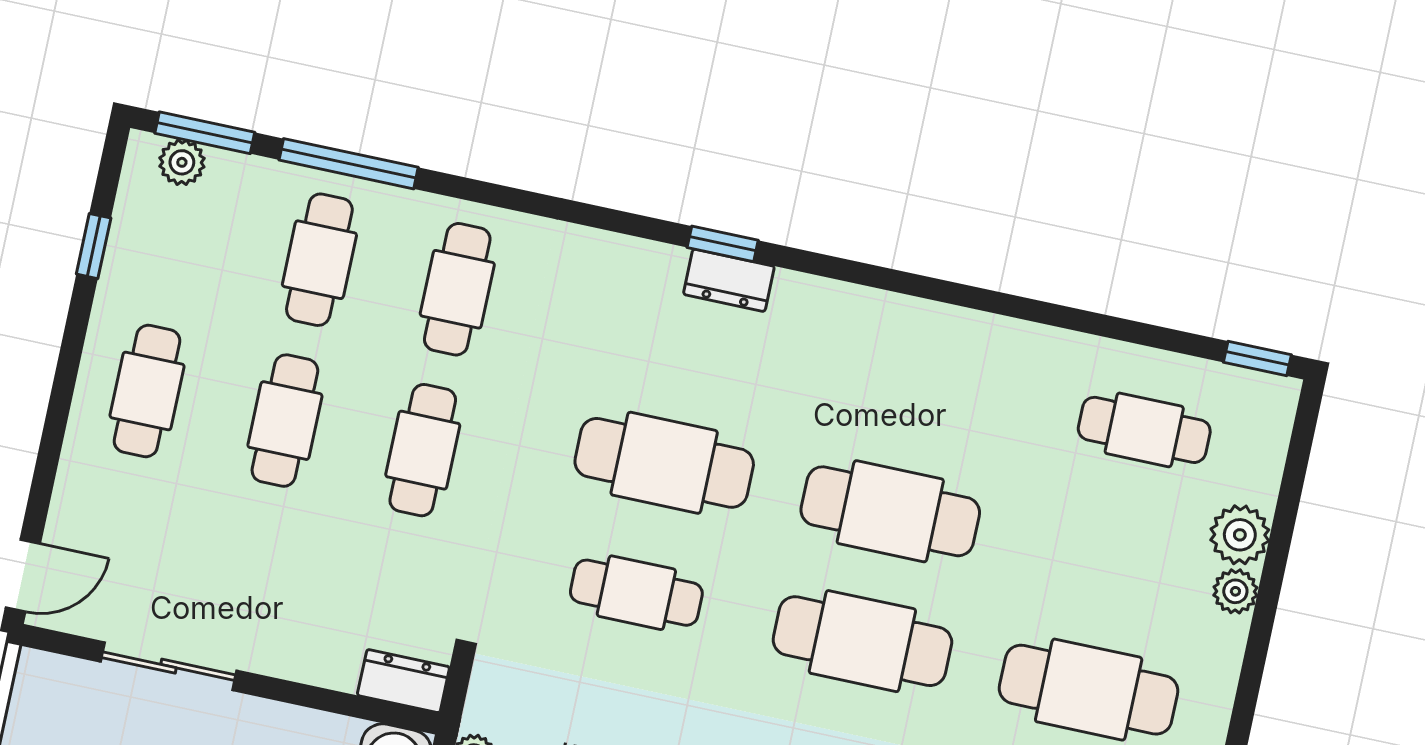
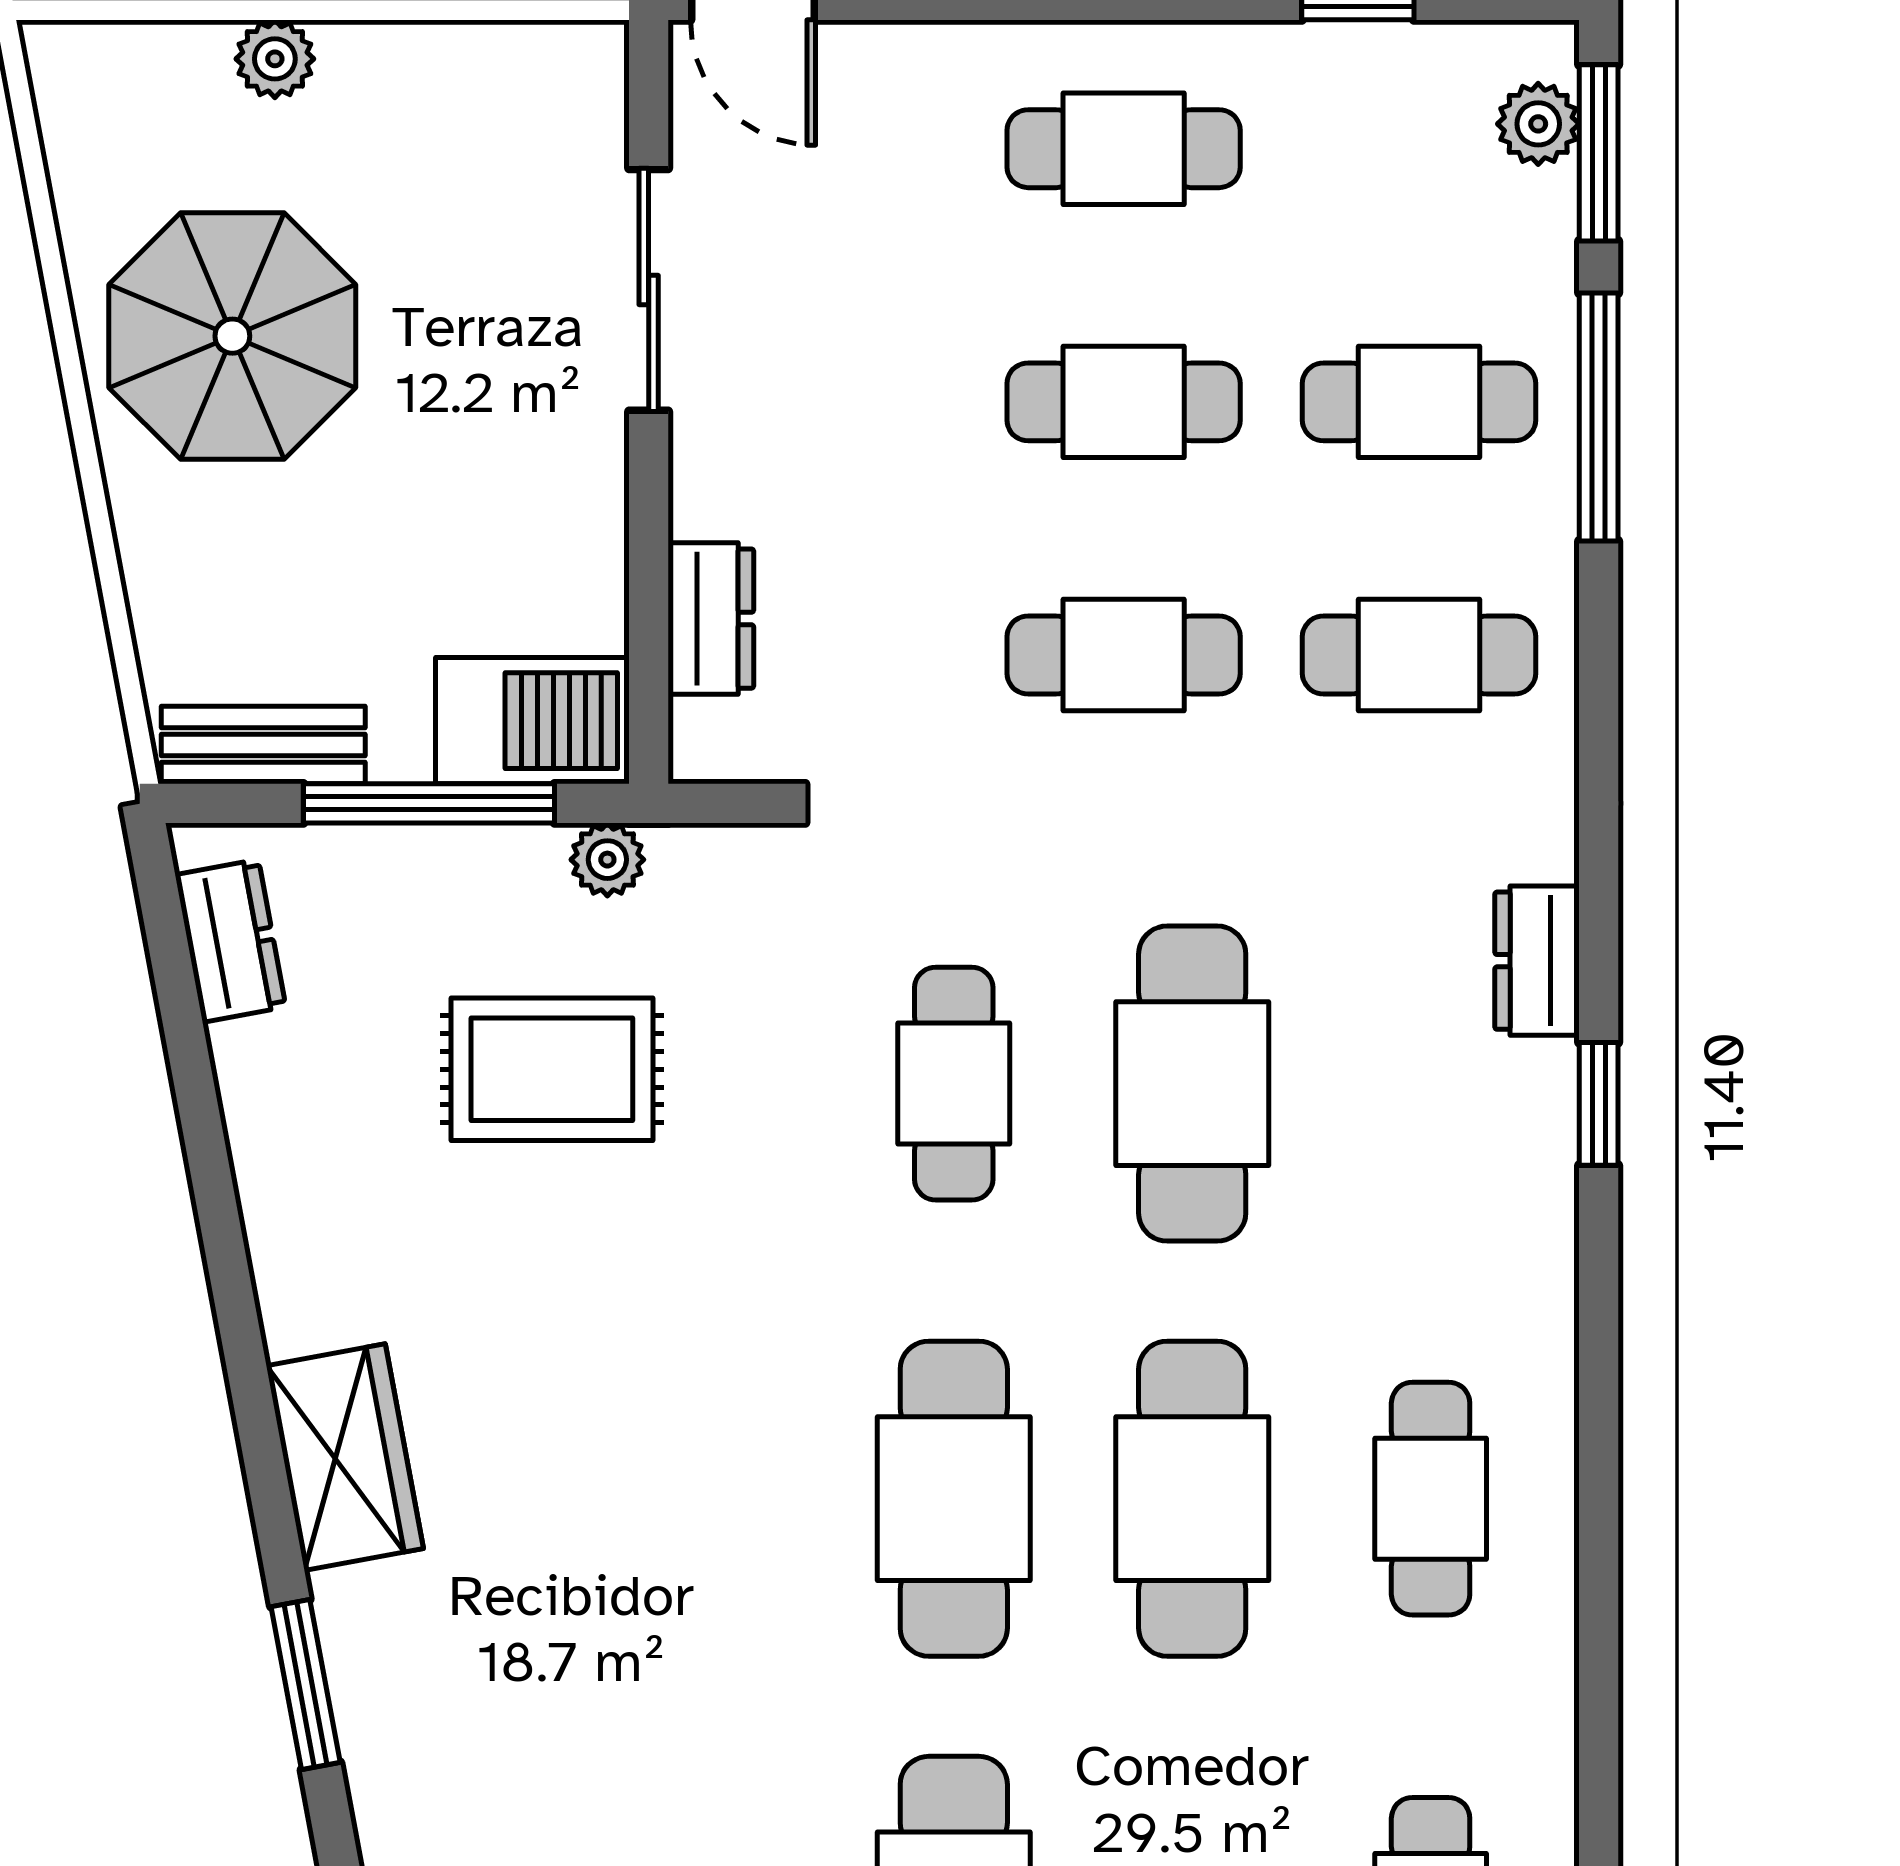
dresser: (729, 280) -> (1537, 961), moved
cafe table: (918, 381) -> (1431, 1499), added
dresser: (403, 681) -> (711, 619), moved

